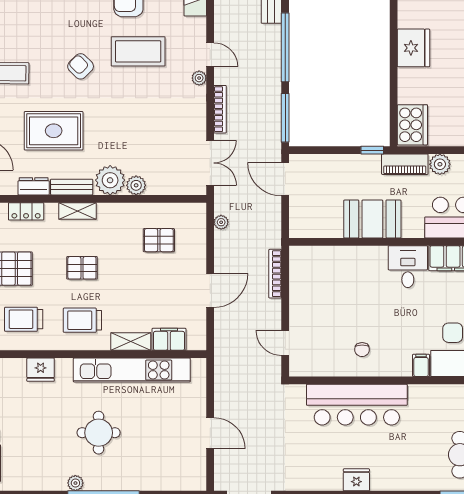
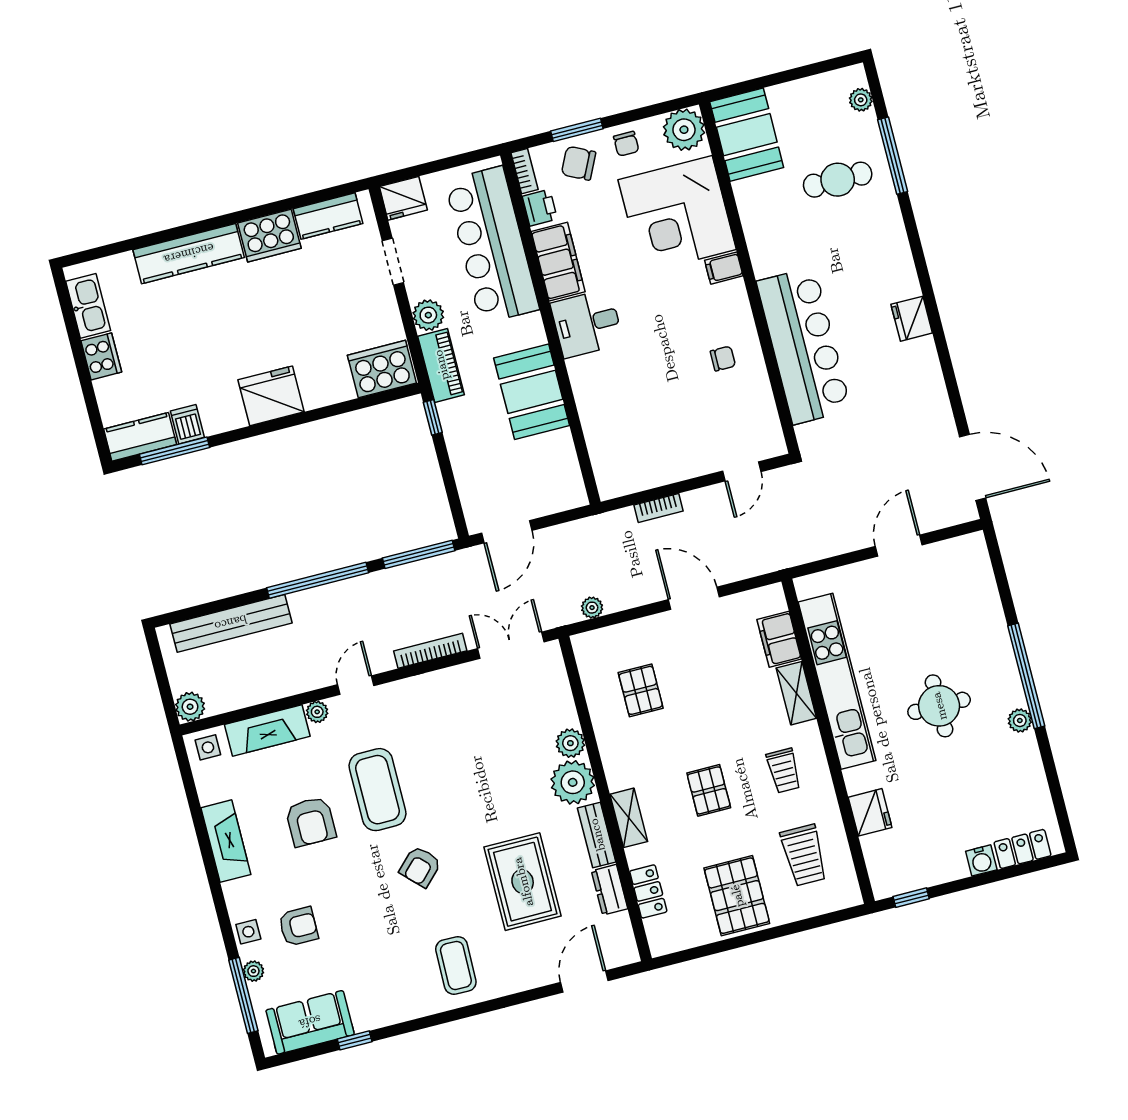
plant: (199, 78) -> (317, 712), moved
bookcase: (275, 274) -> (659, 508), width x0.64
trolley: (82, 320) -> (784, 770), width x0.73, depth x0.72

